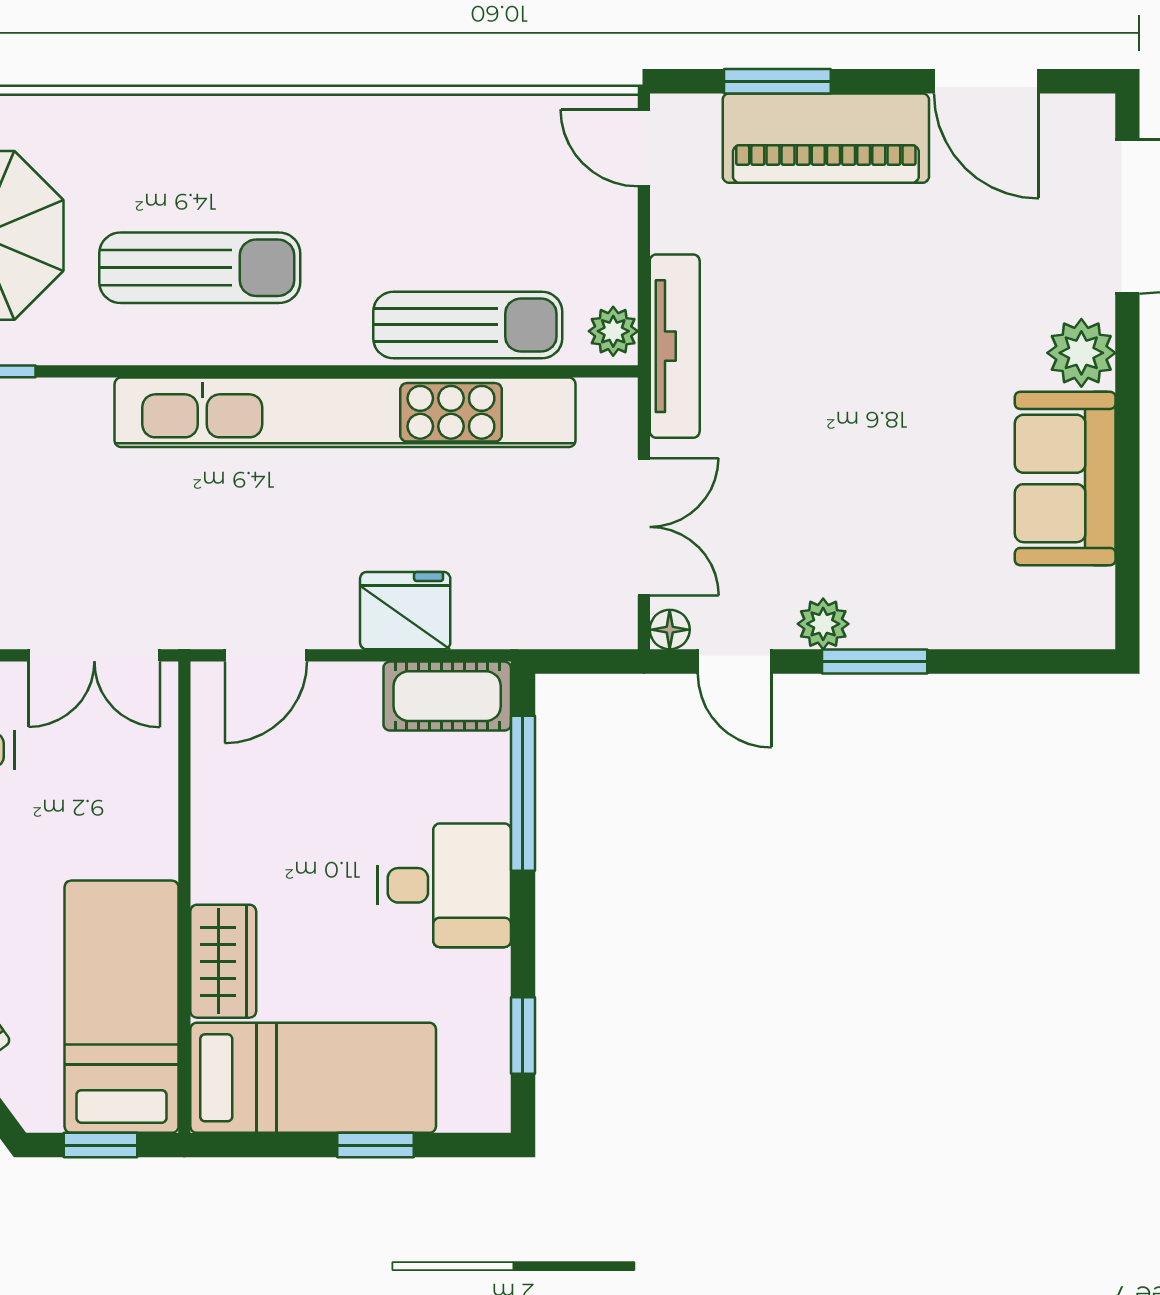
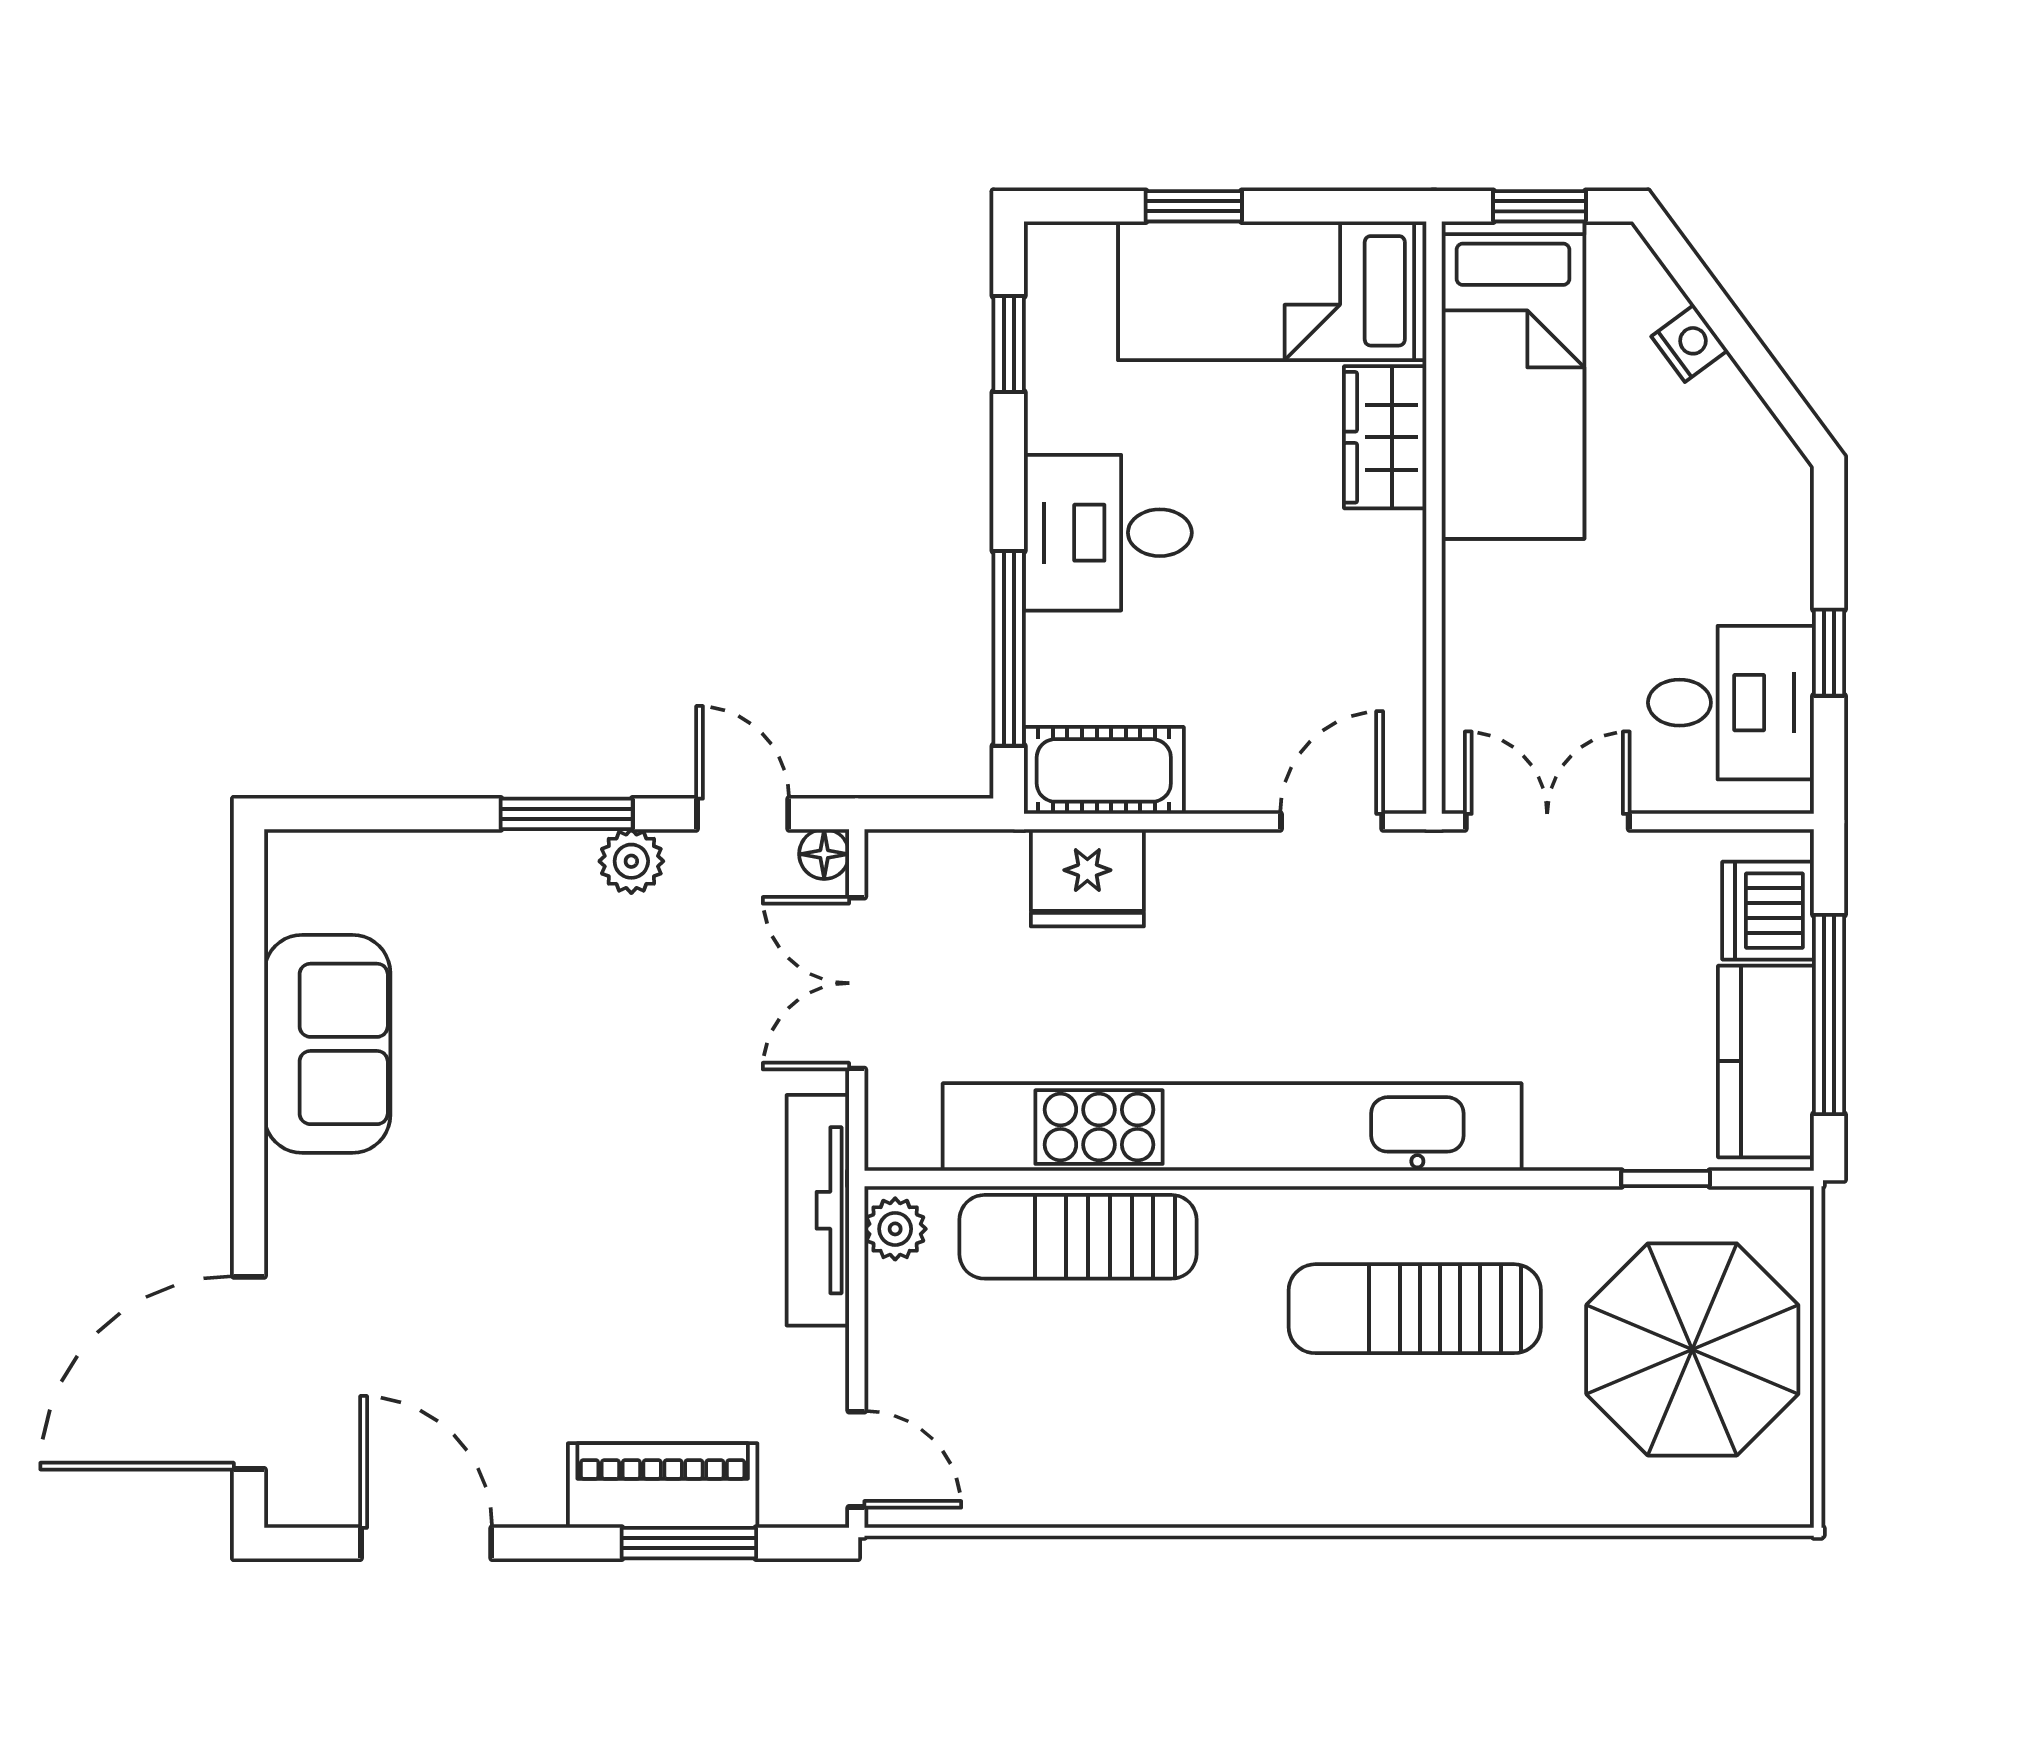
piano: (826, 138) -> (663, 1486), width x0.73, depth x0.75
plant: (1081, 353) -> (307, 1202), removed
fridge: (405, 611) -> (1087, 878), moved

